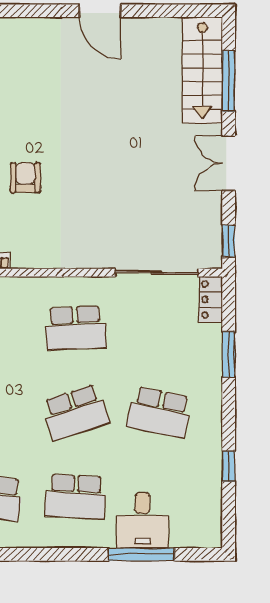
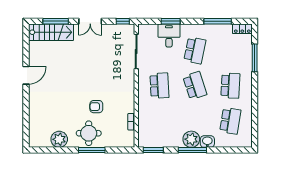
locker: (211, 300) -> (242, 29), moved
window: (229, 466) -> (218, 21), width x2.17
desk: (142, 520) -> (169, 35), moved, turned -90

